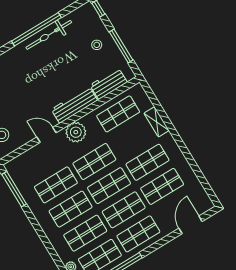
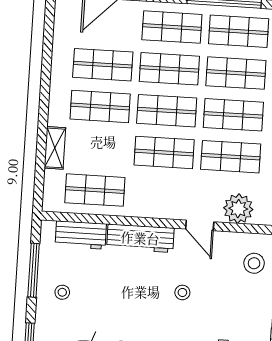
stool: (30, 91) -> (182, 292), added
plant: (76, 132) -> (238, 209), moved

